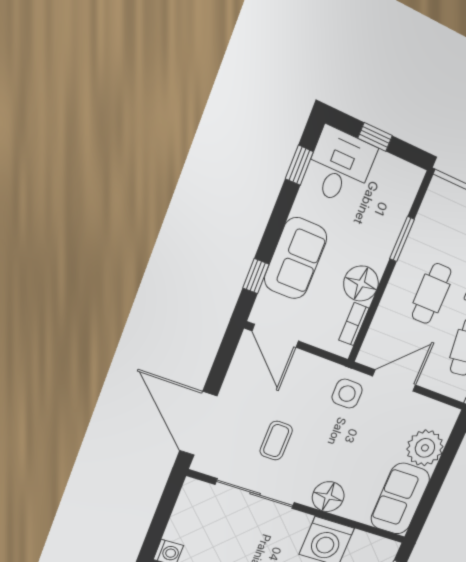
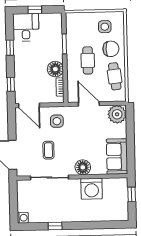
window: (299, 165) -> (10, 48), moved
sofa: (296, 258) -> (24, 70), removed
door: (394, 381) -> (89, 104), hinge flipped
side table: (347, 394) -> (57, 121), moved
plant: (425, 448) -> (117, 114), moved

